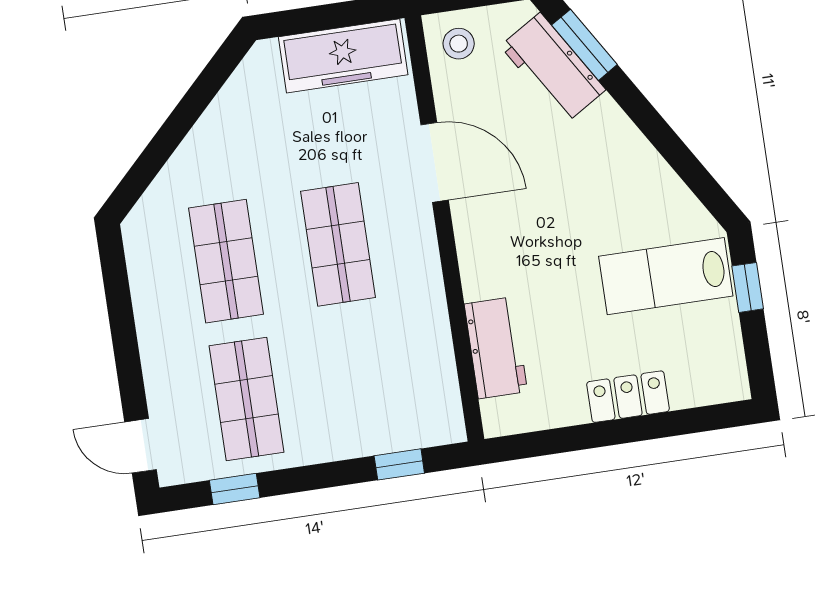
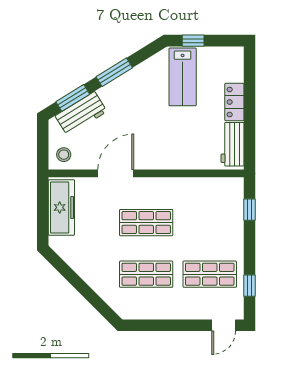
window: (654, 126) -> (114, 72), added
workbench: (496, 348) -> (233, 144), moved, turned -90

